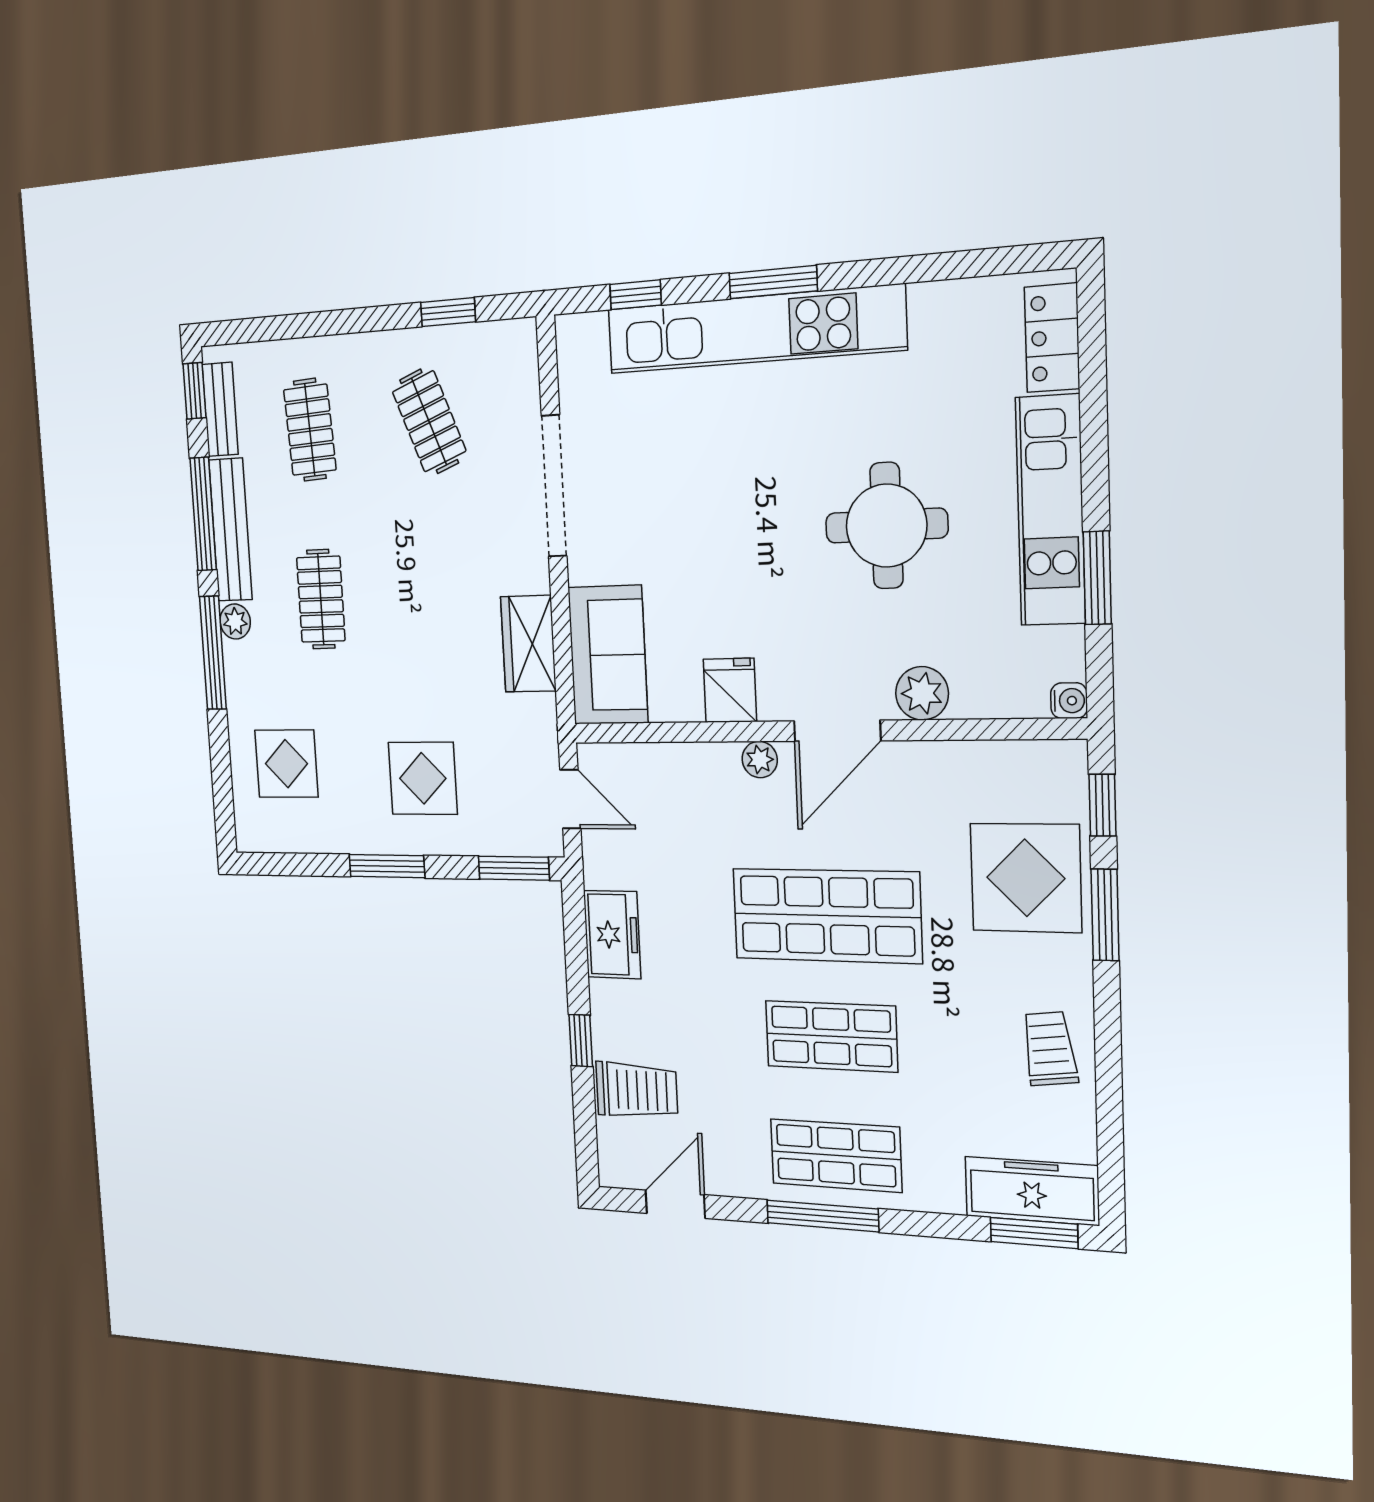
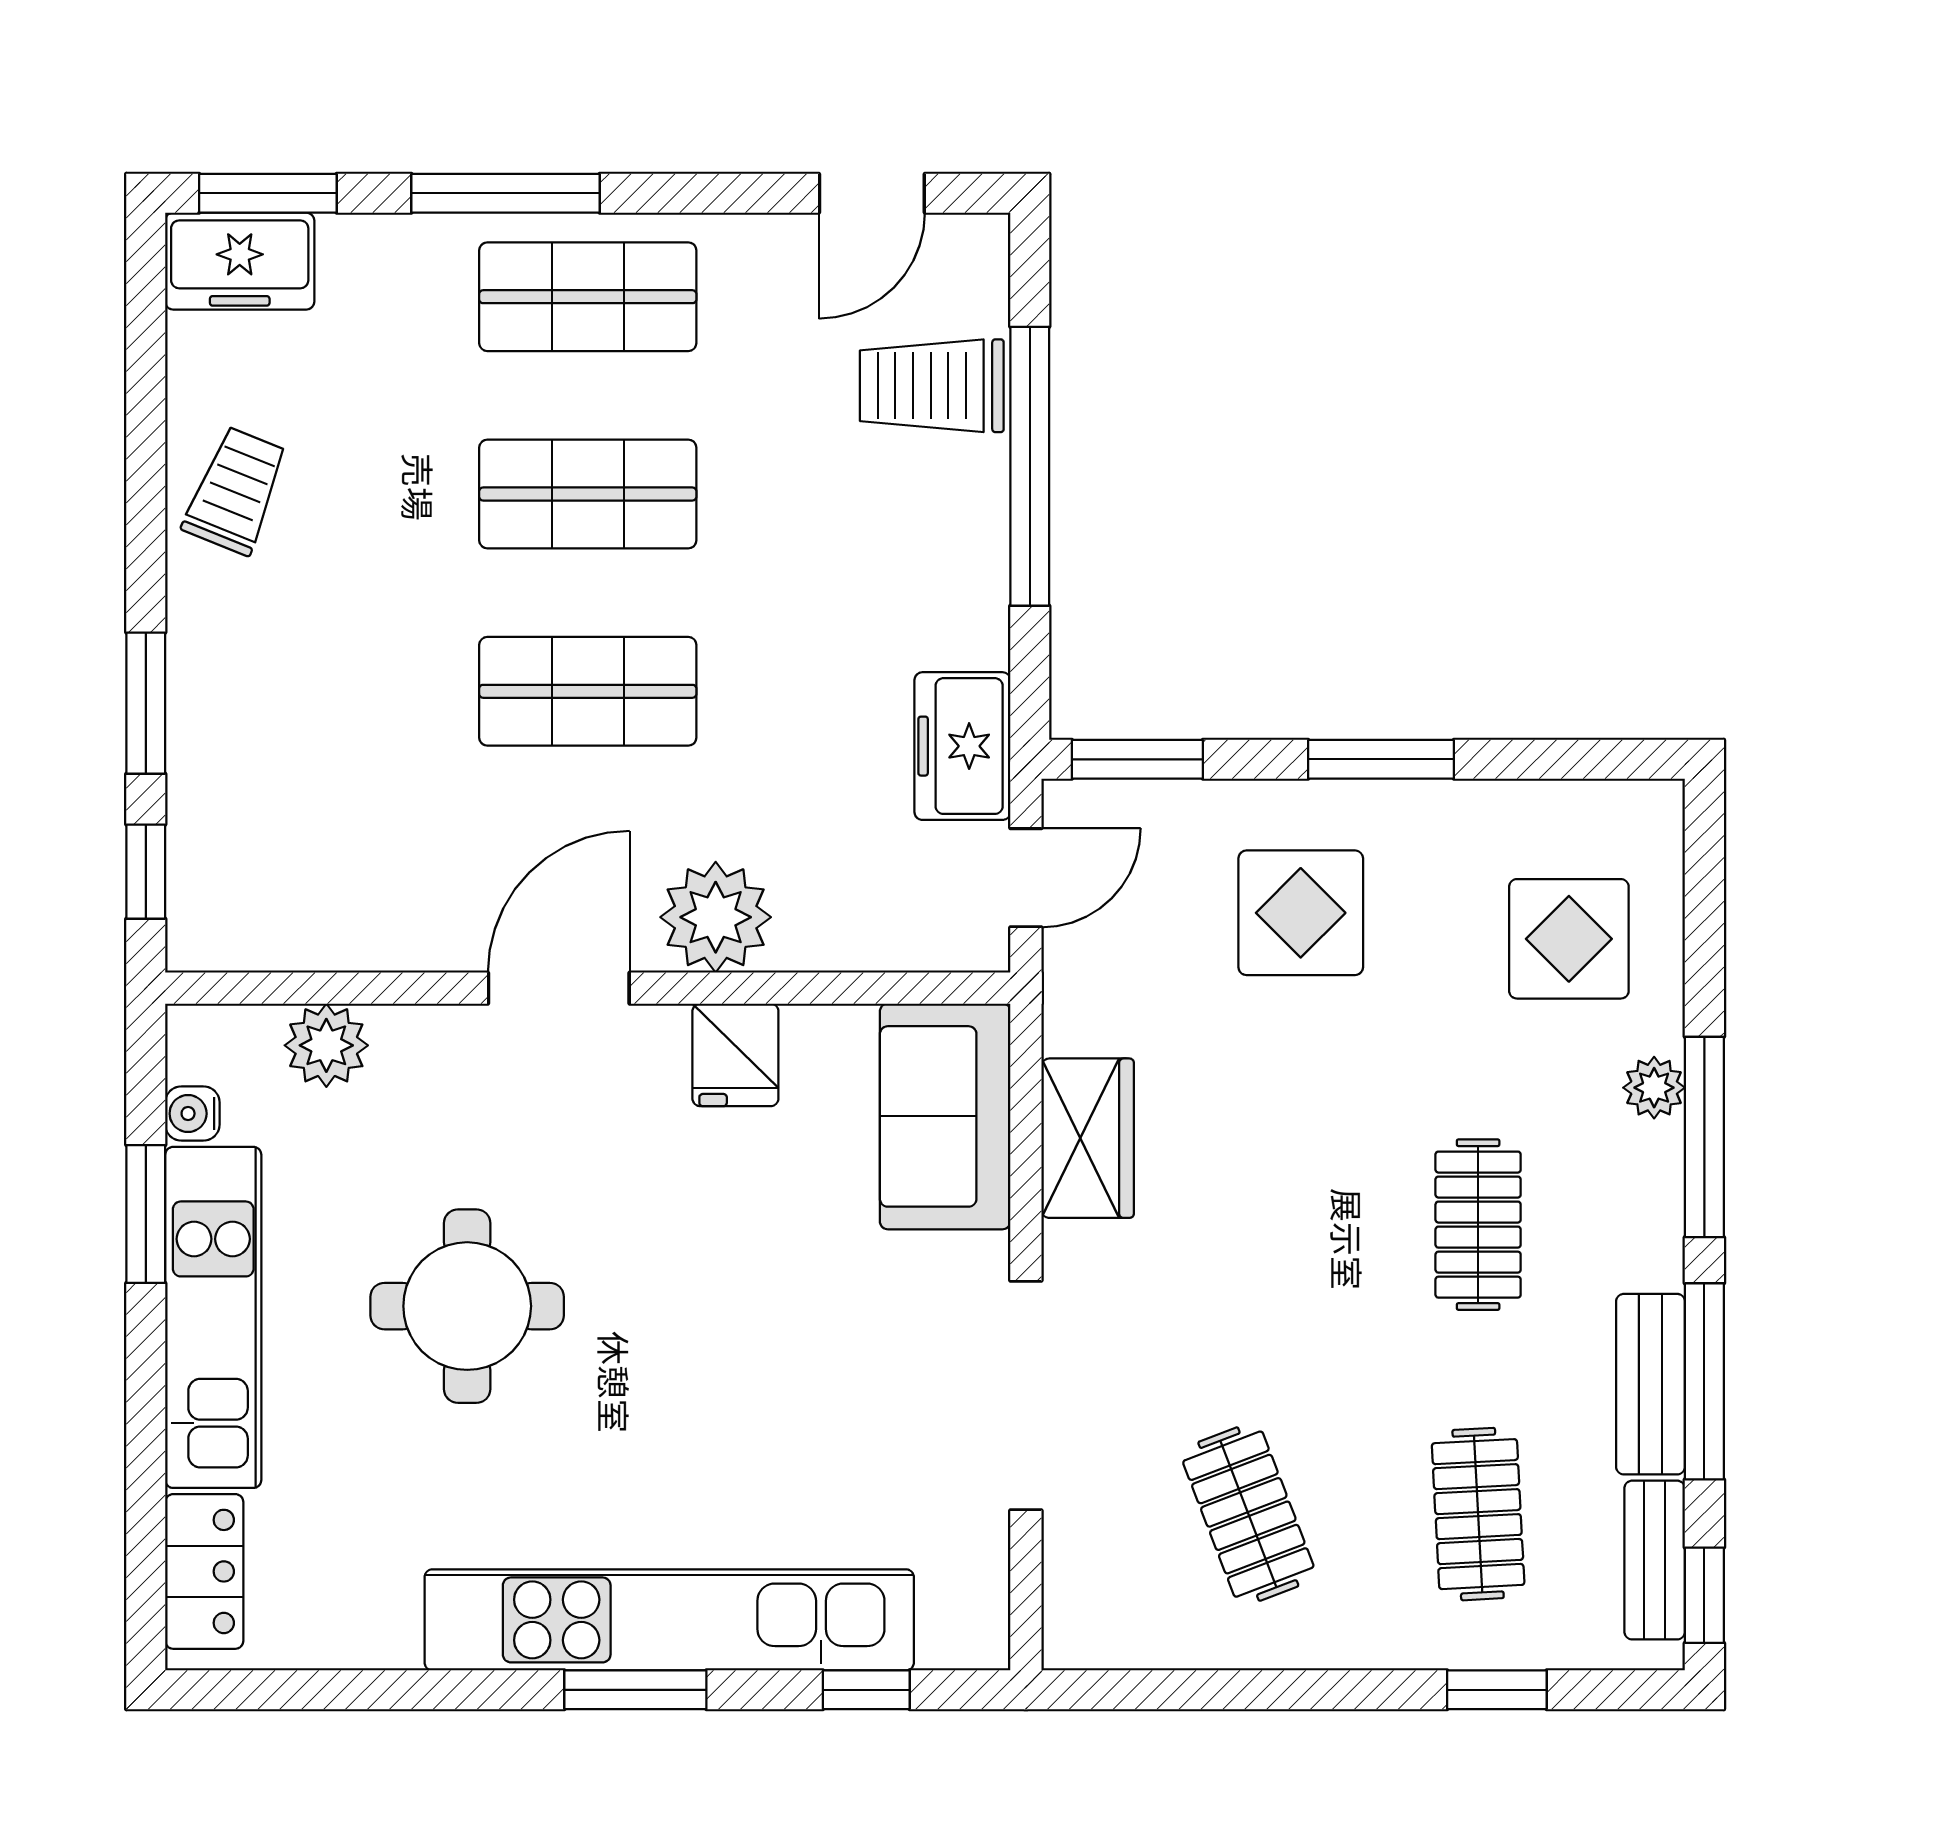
window: (448, 312) -> (1497, 1690), moved
bench: (230, 530) -> (1651, 1384), width x0.73
plant: (235, 621) -> (1654, 1088), moved
plant: (922, 693) -> (326, 1045), moved
water cooler: (1069, 701) -> (192, 1114), moved
plant: (760, 759) -> (716, 917), width x1.88, depth x1.88
door: (570, 799) -> (1026, 878), swing flipped
display table: (1026, 878) -> (266, 758), removed
shop shelf: (827, 916) -> (588, 691), width x0.70, depth x0.74
freezer: (612, 935) -> (962, 746), moved
window: (581, 1041) -> (1030, 466), width x3.17
trolley: (1050, 1049) -> (236, 491), turned -151
freezer: (1032, 1191) -> (240, 261), width x0.71
window: (823, 1216) -> (506, 193), moved

